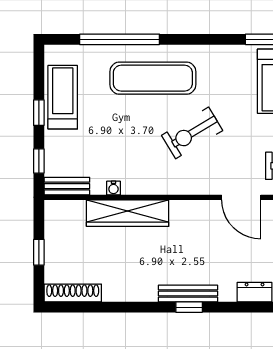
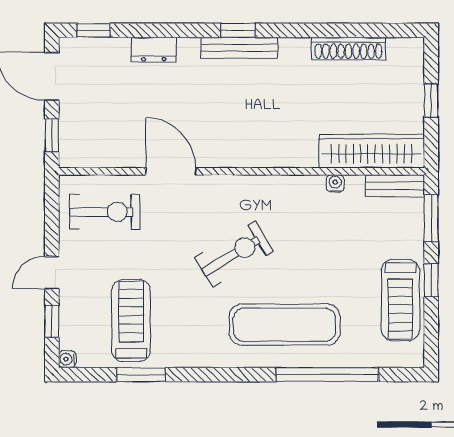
window: (39, 161) -> (431, 218), width x1.50
wardrobe: (128, 213) -> (372, 151), moved
shoe rack: (73, 293) -> (348, 48), moved

